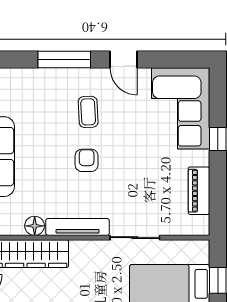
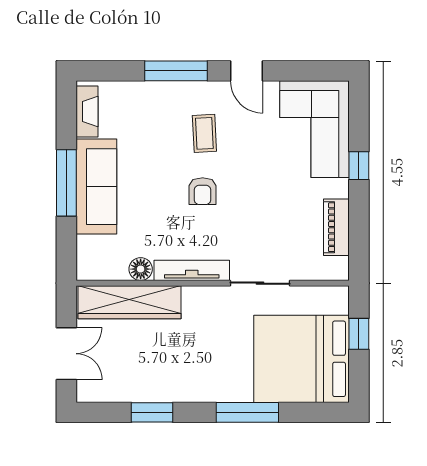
armchair: (87, 160) -> (203, 191), turned 180

